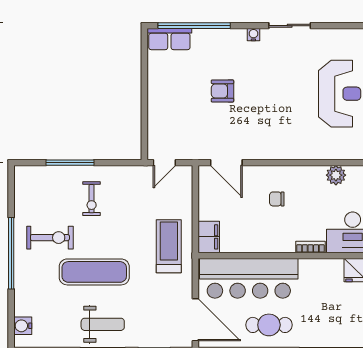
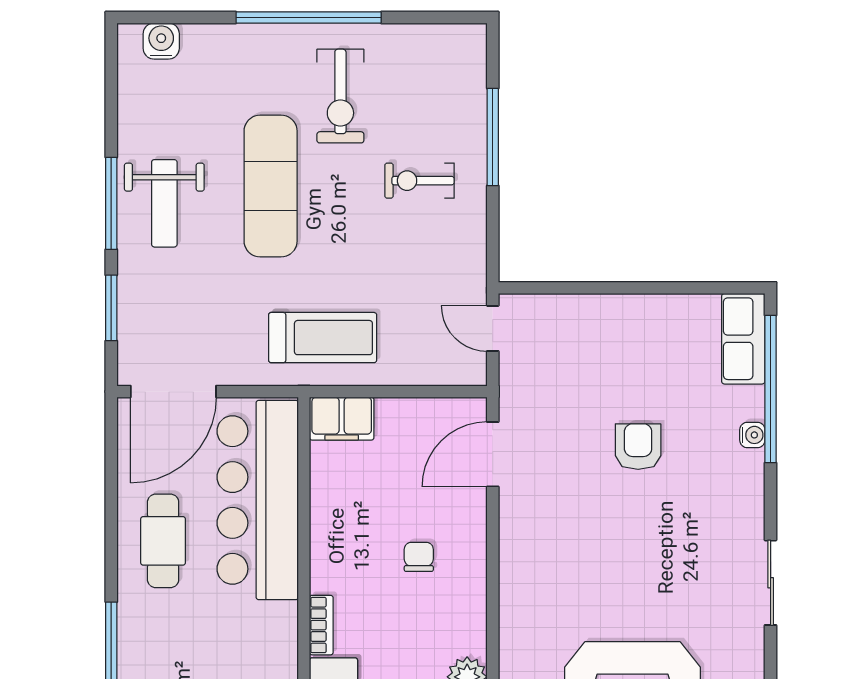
water cooler: (253, 35) -> (752, 435), moved

